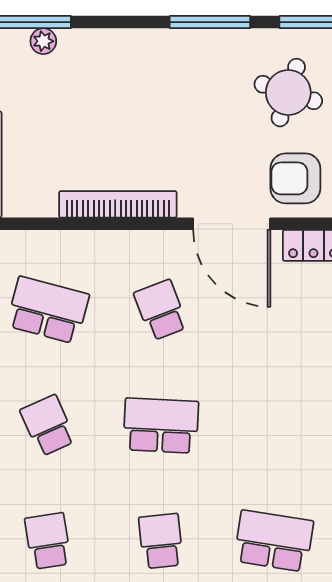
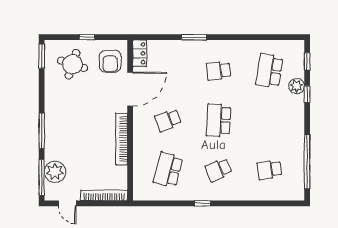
window: (210, 22) -> (42, 131), moved
plant: (43, 41) -> (55, 172), width x1.88, depth x1.88
school desk: (161, 541) -> (219, 71), moved

